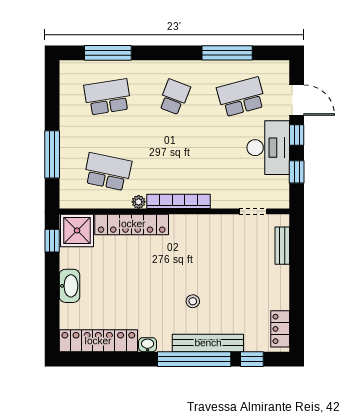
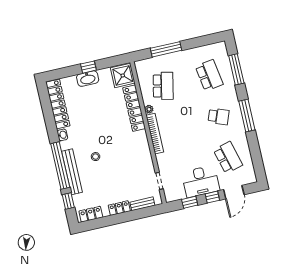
window: (227, 53) -> (247, 116), moved
window: (52, 241) -> (88, 67), moved
locker: (281, 283) -> (119, 208), added

